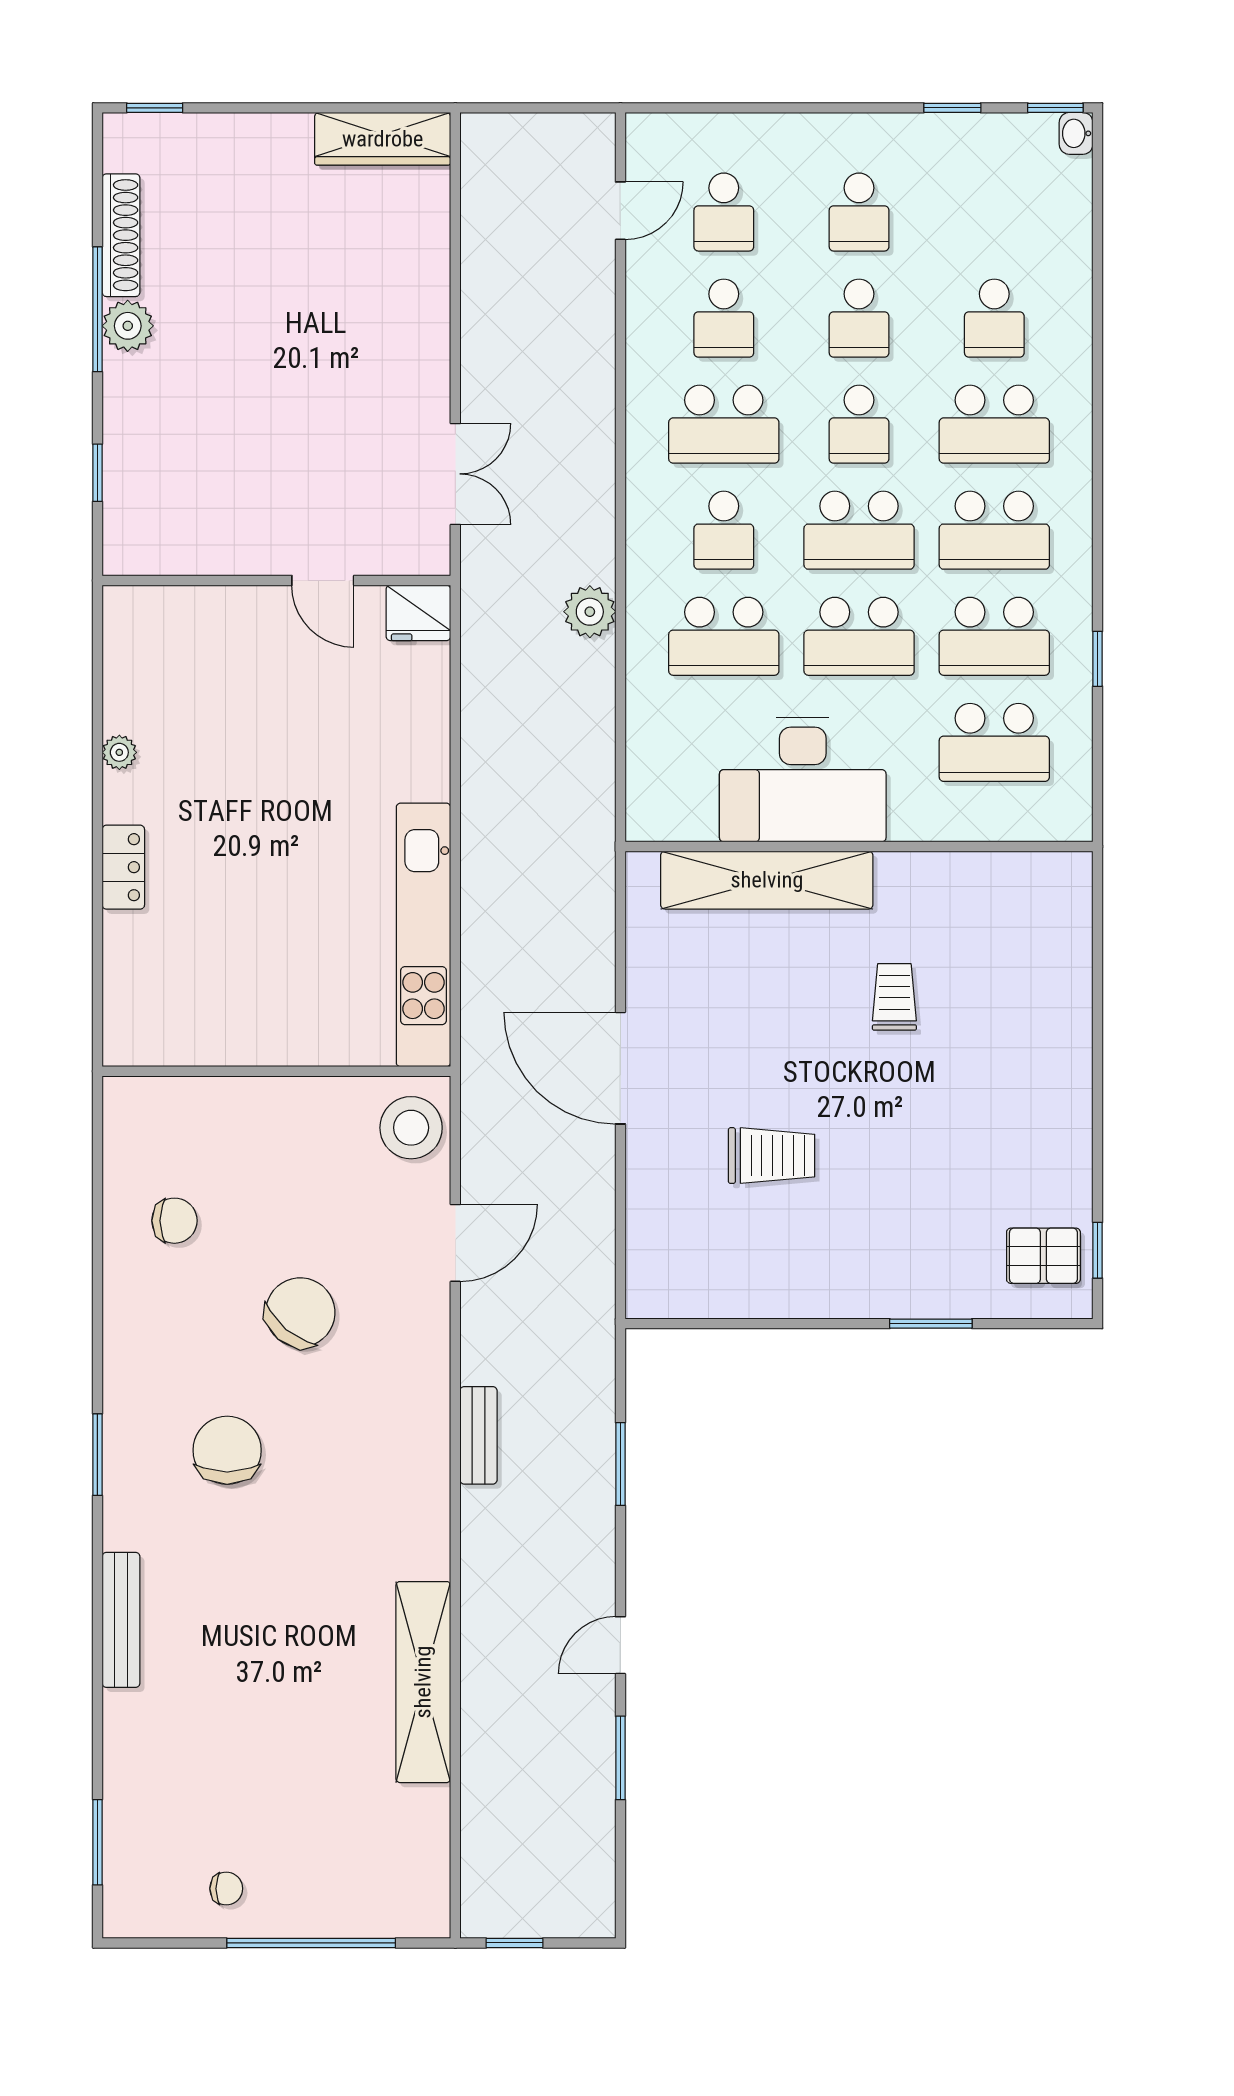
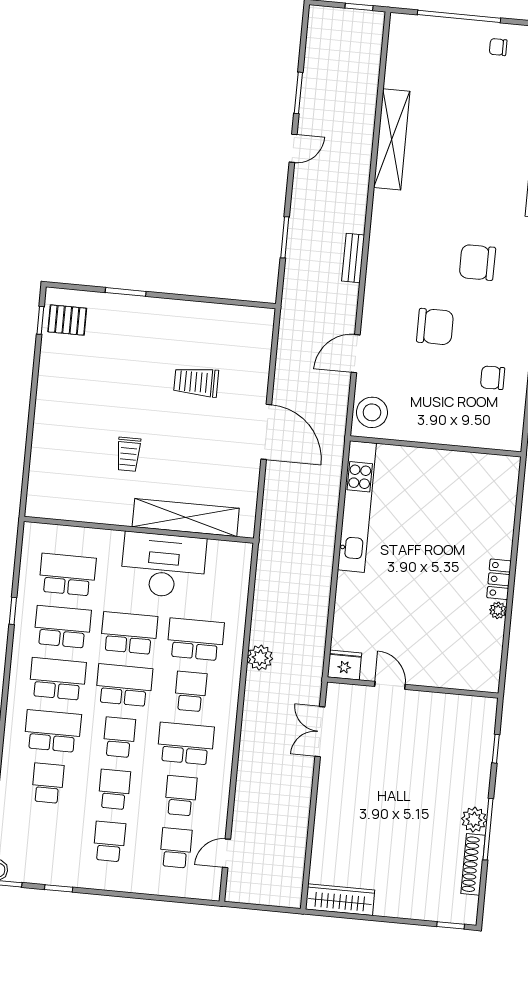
locker: (123, 867) -> (499, 579), moved
chair: (300, 1313) -> (435, 327), turned -130
chair: (227, 1450) -> (477, 262), turned 90

